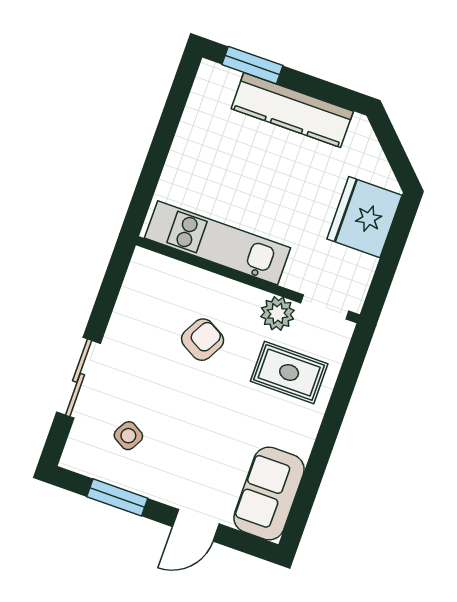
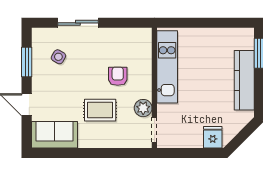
fridge: (364, 217) -> (213, 137), width x0.53, depth x0.75
armchair: (203, 340) -> (118, 76), turned -119
rug: (289, 372) -> (100, 110), moved, turned 90

